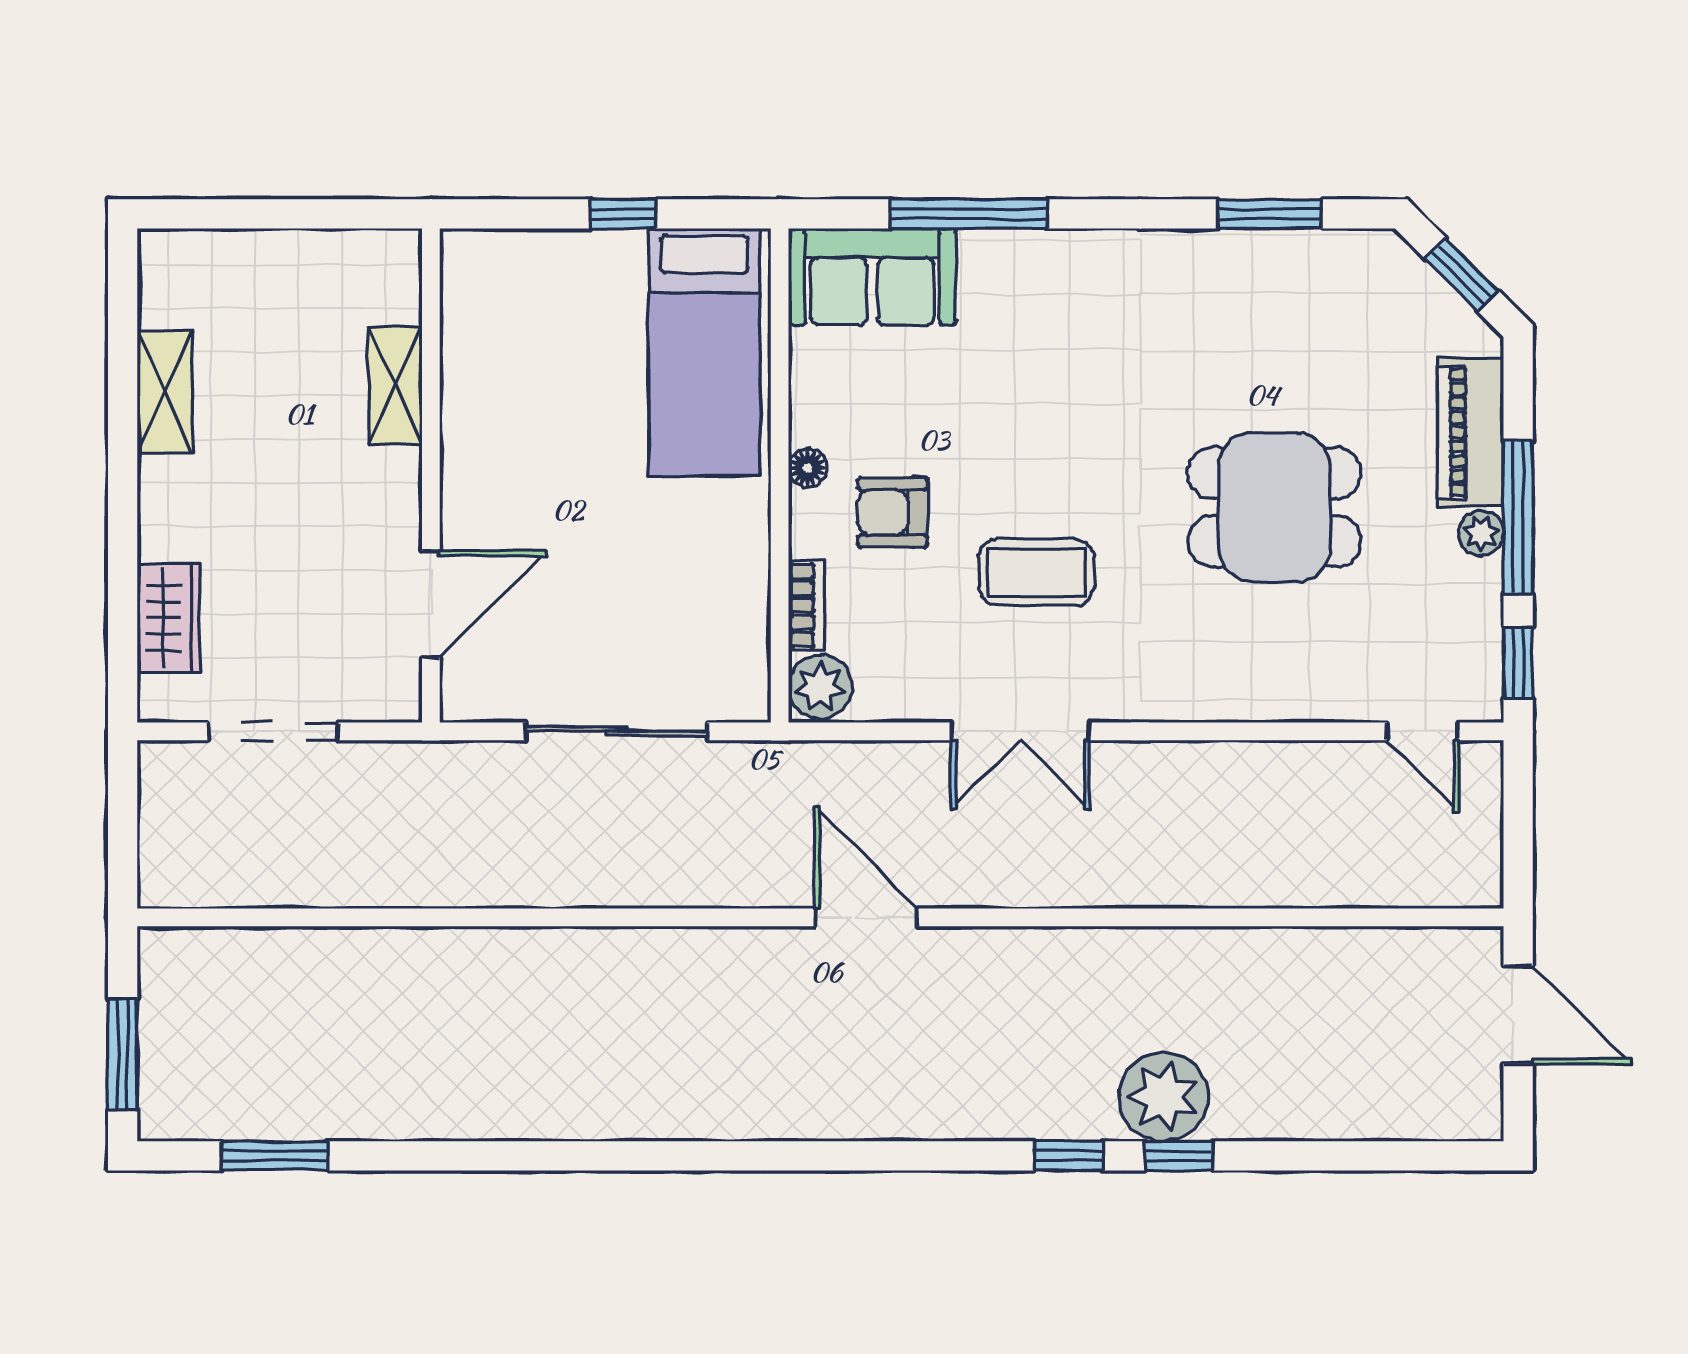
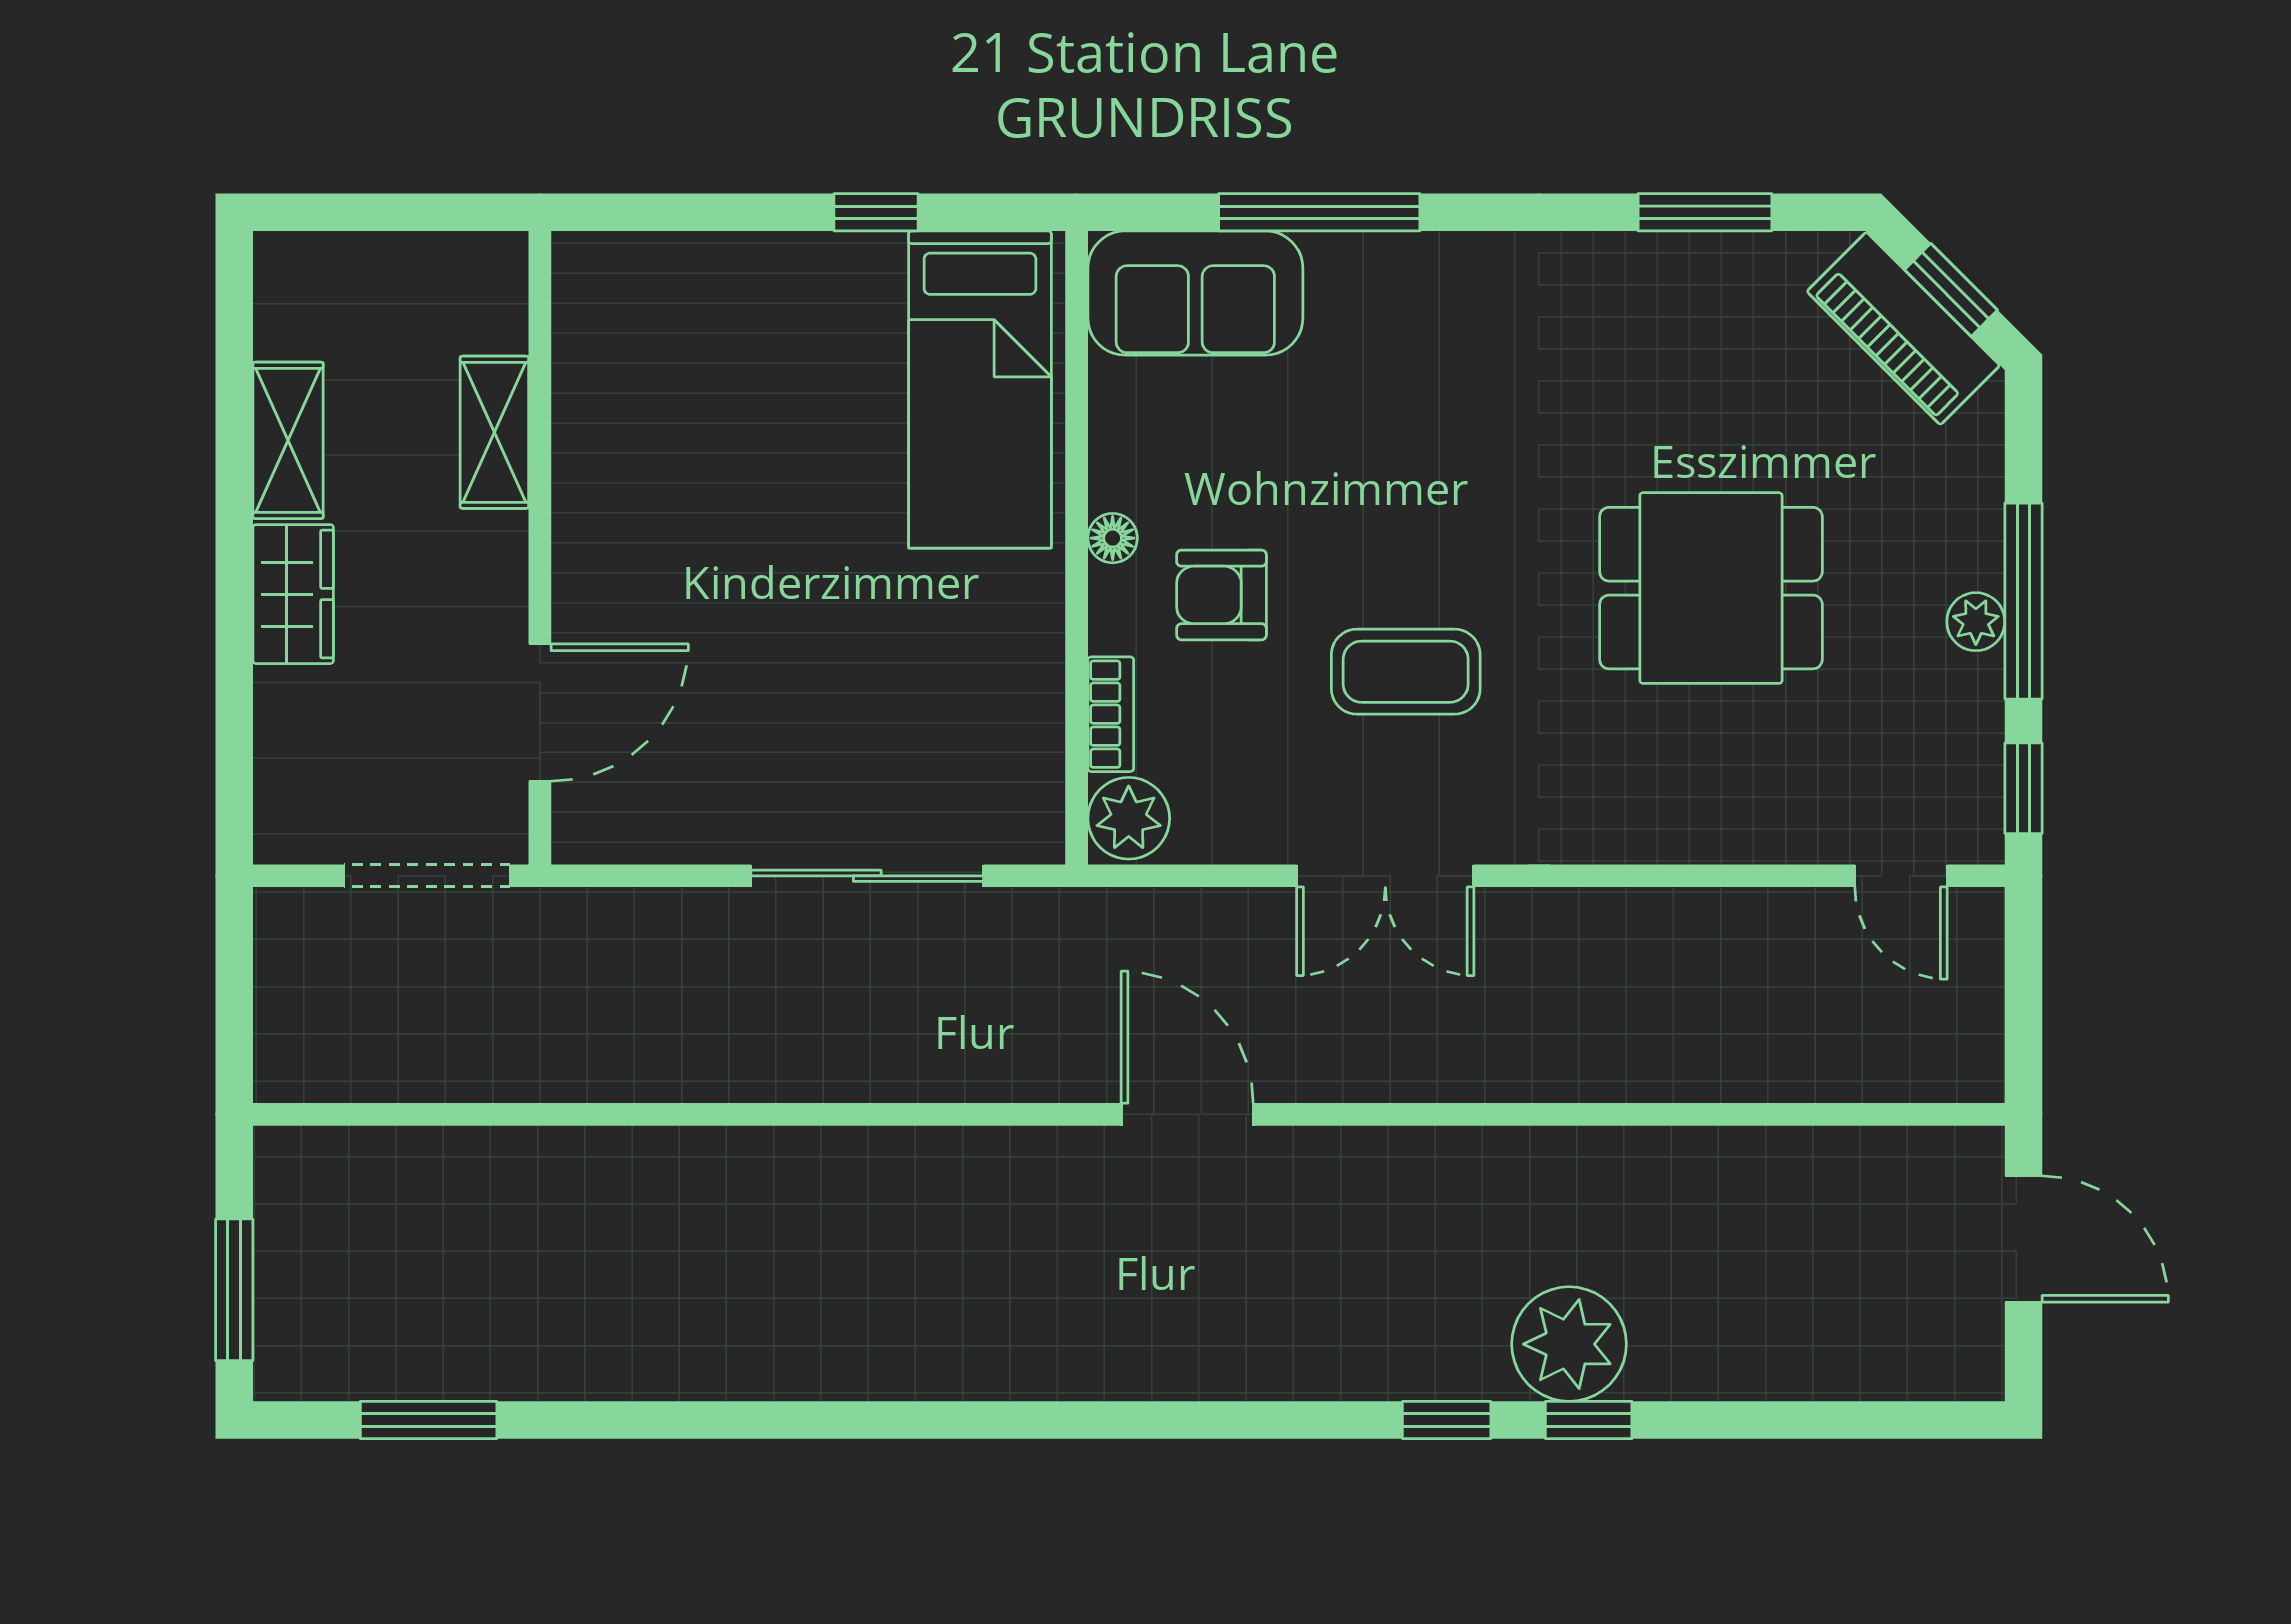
shelving: (395, 385) -> (494, 432), moved
piano: (1471, 432) -> (1903, 328), moved, turned -45
wall: (431, 476) -> (540, 548), moved
door: (431, 604) -> (540, 713), moved
wardrobe: (169, 618) -> (293, 594), moved

